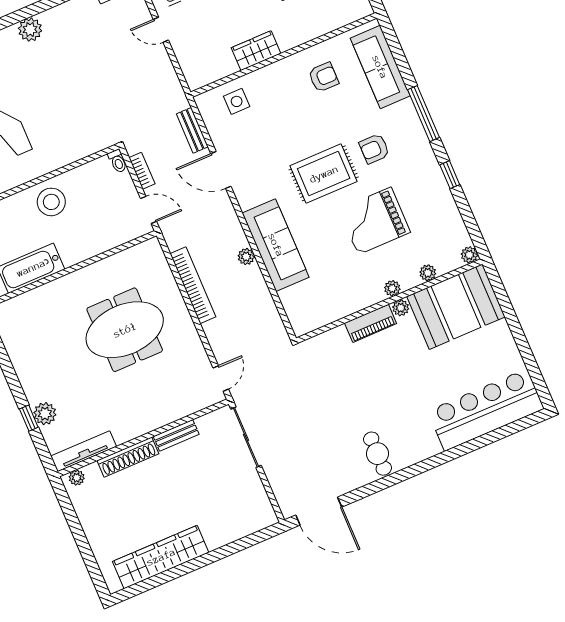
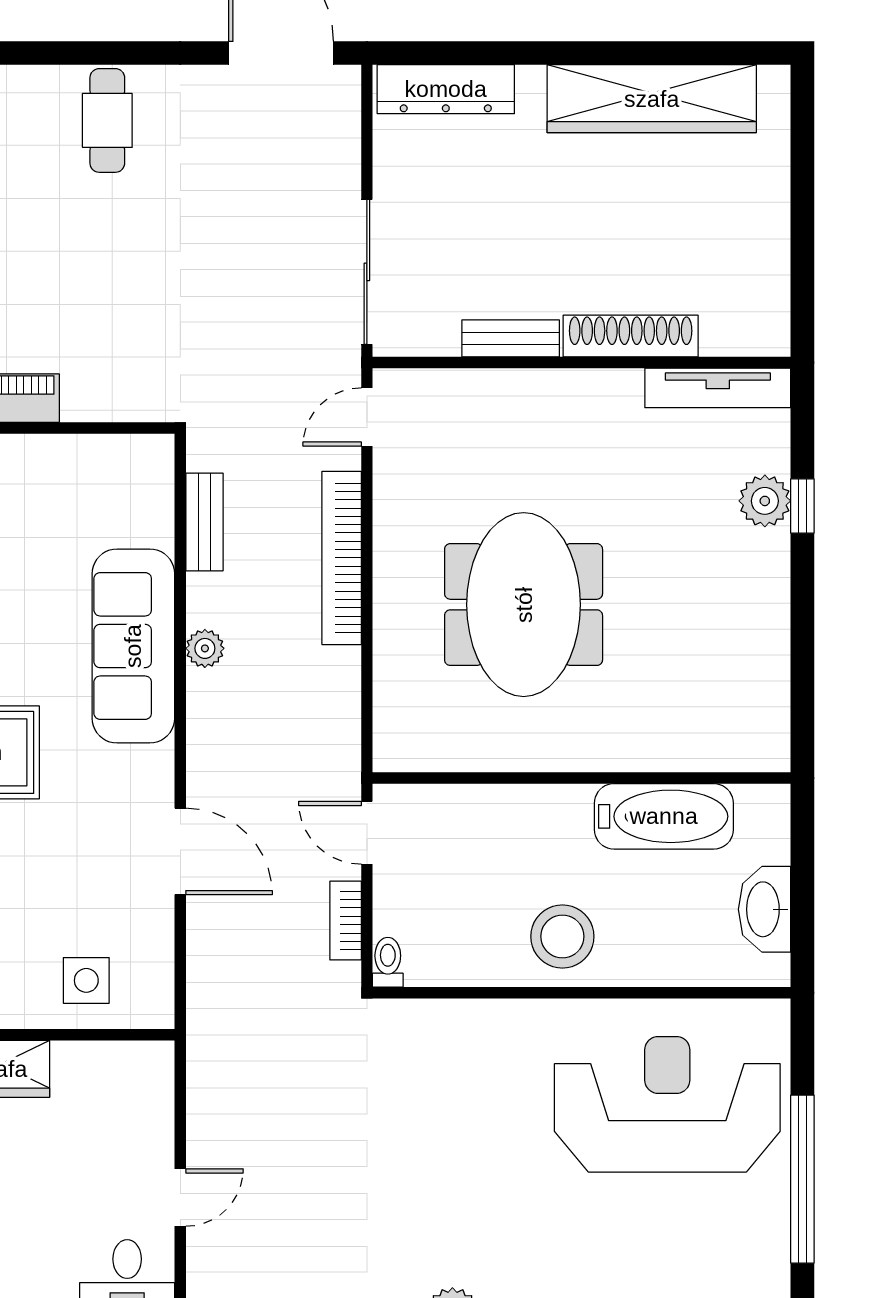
door: (161, 30) -> (180, 1198), hinge flipped
bench: (192, 130) -> (204, 522), moved
bookcase: (193, 285) -> (342, 558), moved
meeting table: (125, 330) -> (524, 605), turned 90
plant: (77, 478) -> (756, 339), removed
dresser: (246, 525) -> (446, 89), added

